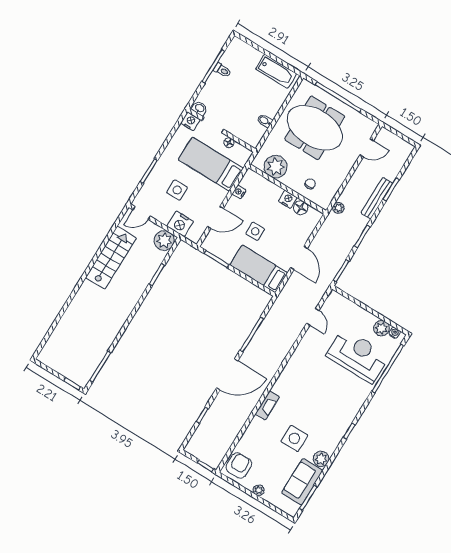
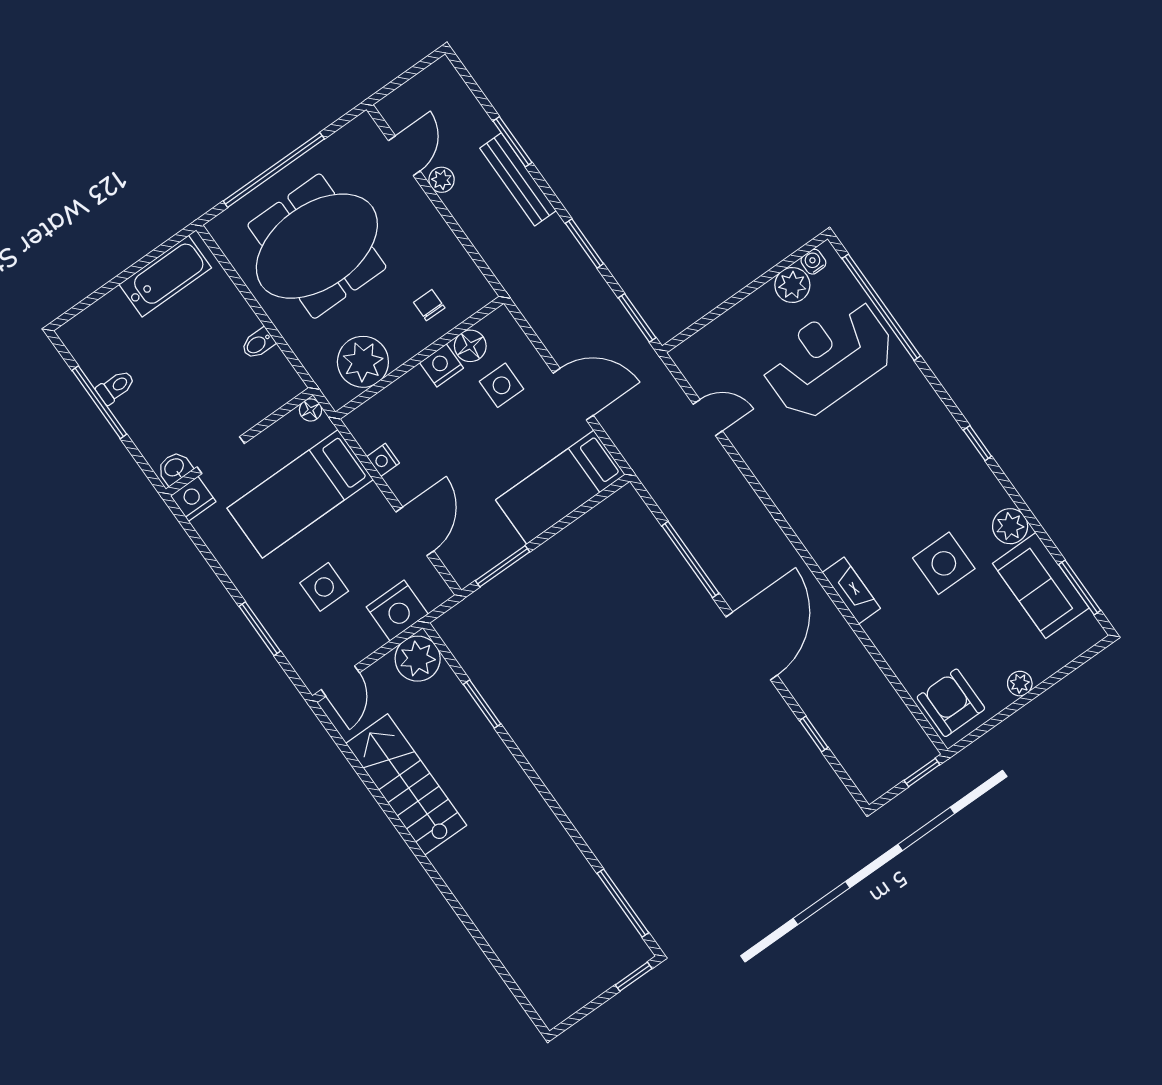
floor lamp: (229, 143) -> (311, 410), moved
plant: (338, 208) -> (442, 180), moved
side table: (255, 231) -> (502, 385), moved

